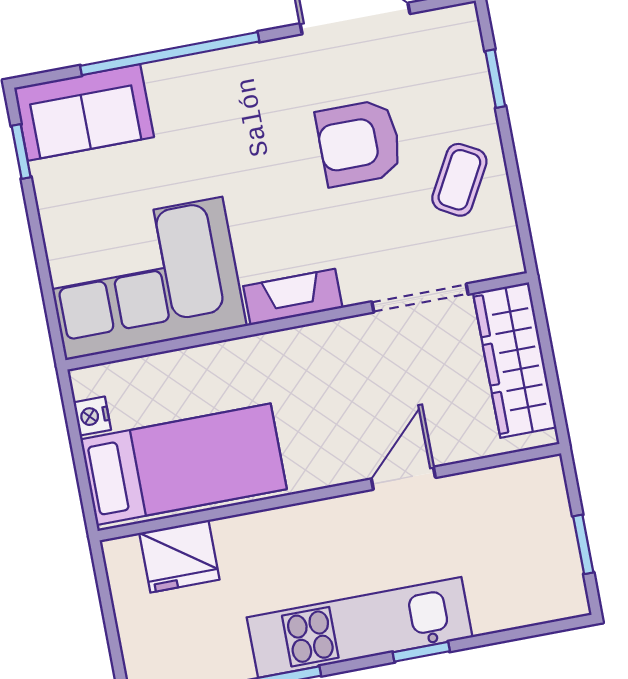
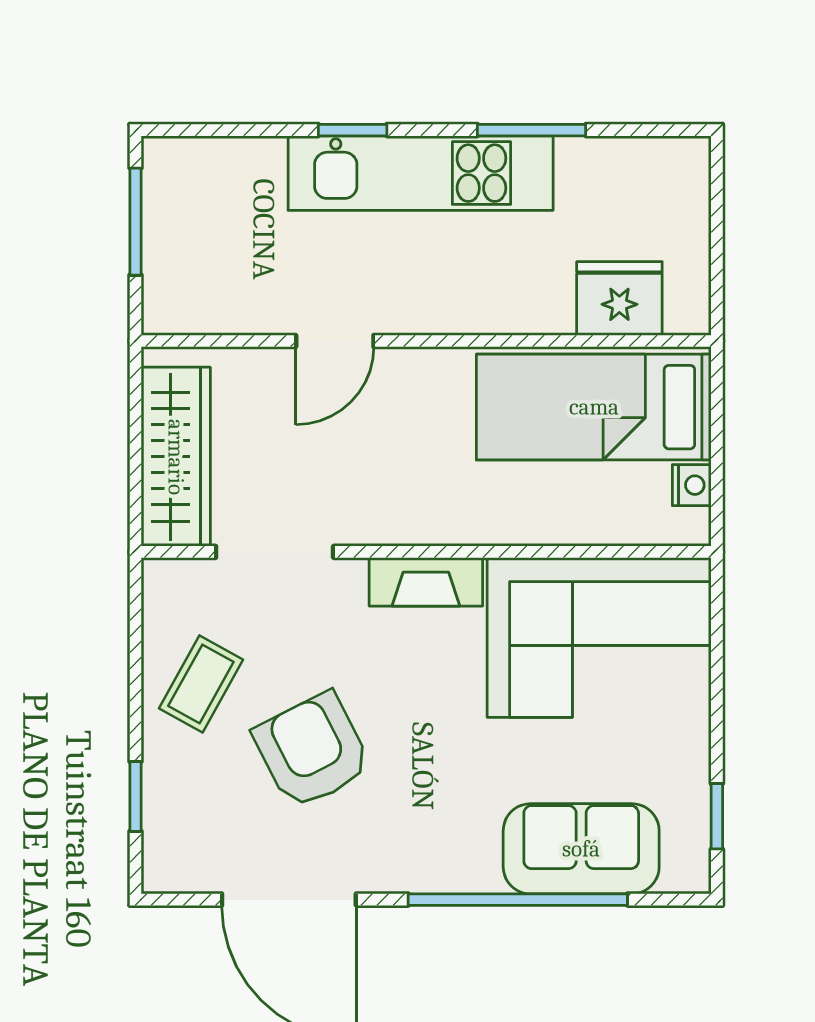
sofa: (84, 112) -> (581, 849), moved
armchair: (359, 143) -> (312, 751), turned -117
window: (583, 544) -> (135, 222), width x1.50

